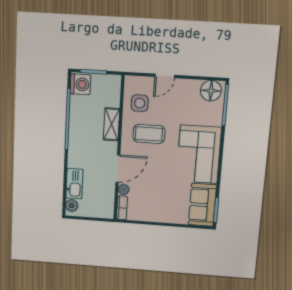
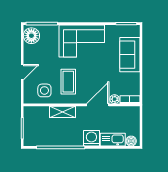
door: (165, 76) -> (22, 72), hinge flipped
washing machine: (80, 84) -> (91, 138), moved
door: (118, 169) -> (98, 105), hinge flipped
sofa: (202, 205) -> (130, 55), moved, turned 90

